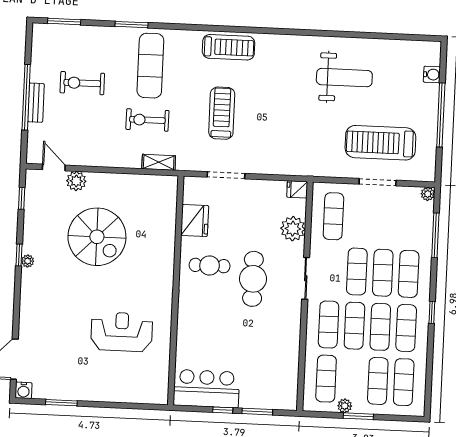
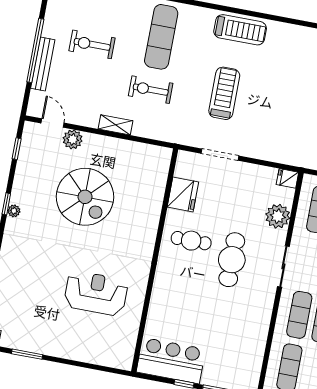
bench: (36, 103) -> (43, 64), width x1.36
shelving: (159, 162) -> (115, 125), moved

